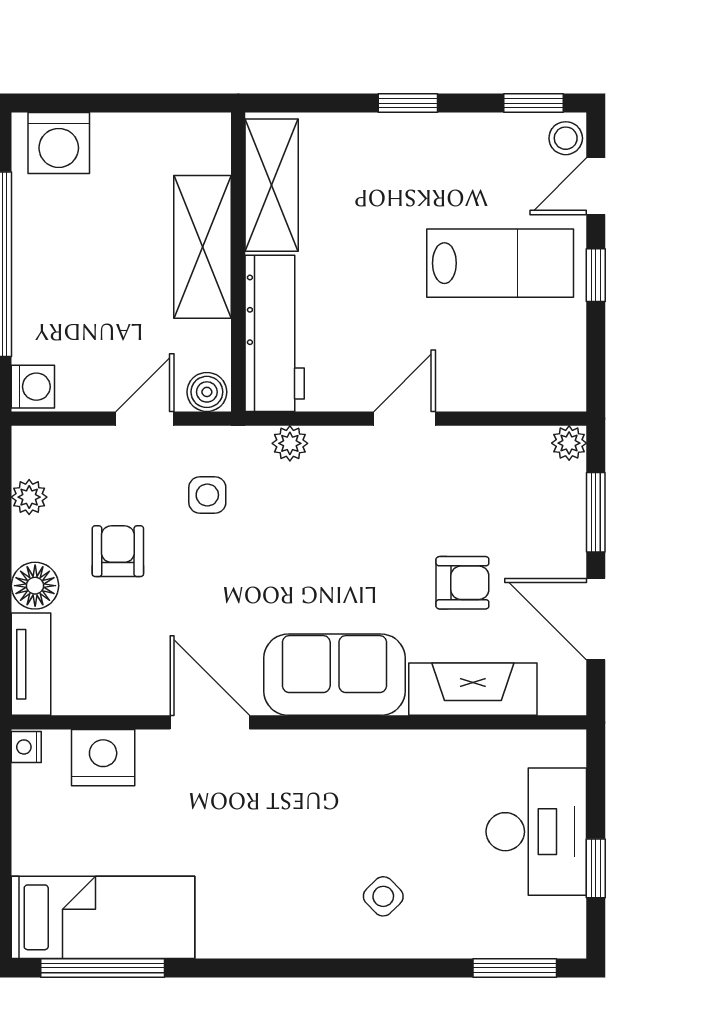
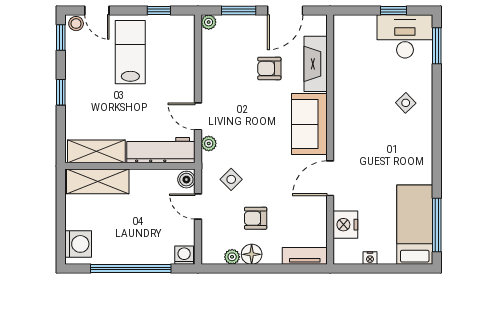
shelving: (203, 247) -> (98, 181), moved
window: (596, 275) -> (159, 10), moved
door: (405, 419) -> (198, 116), moved
side table: (207, 495) -> (231, 179), turned 45
armchair: (462, 583) -> (269, 68), turned -90
floor lamp: (35, 586) -> (252, 254), moved
nightstand: (26, 747) -> (370, 258), moved
desk: (536, 832) -> (405, 36), moved

